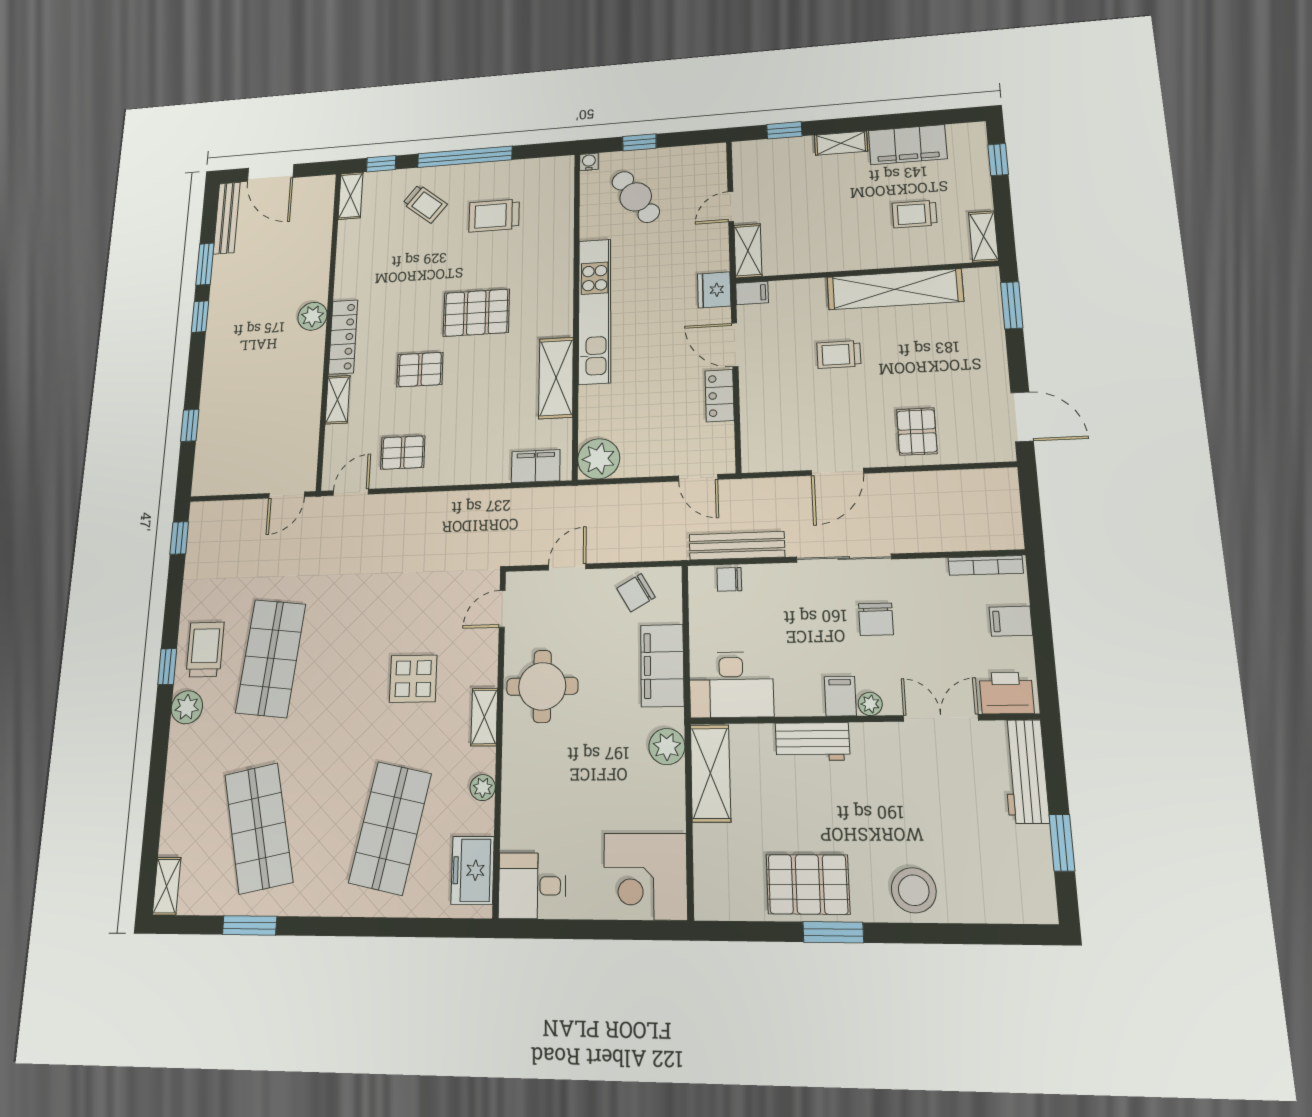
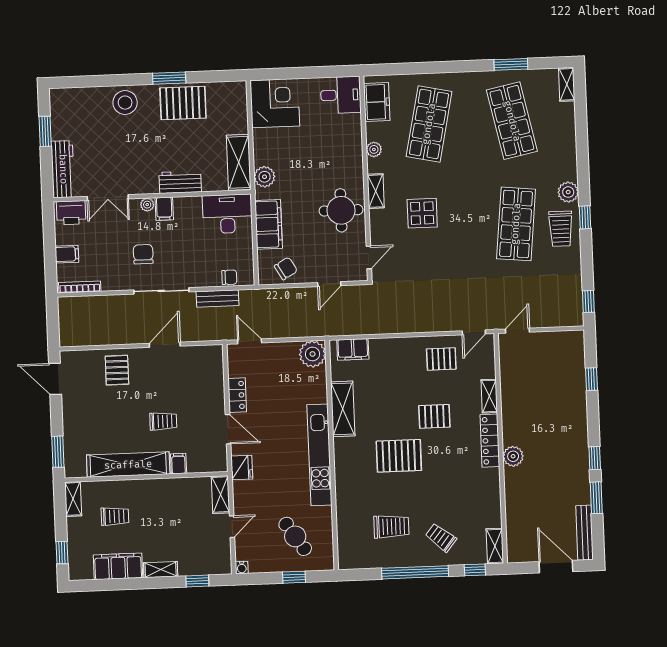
water cooler: (589, 162) -> (242, 568), moved
filing cabinet: (752, 293) -> (179, 464), moved, turned 90
bench: (737, 546) -> (217, 298), width x0.73

